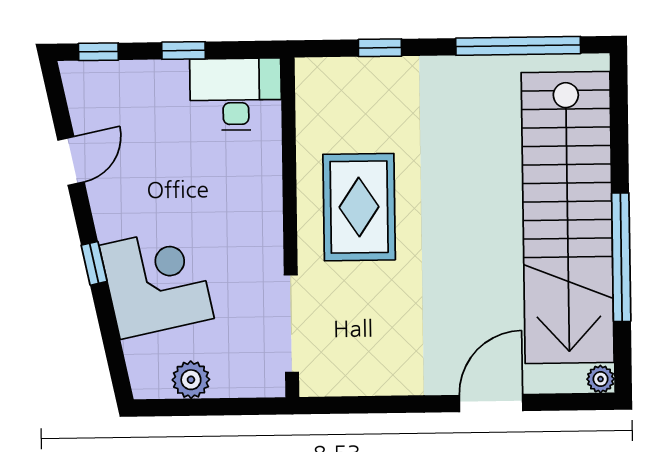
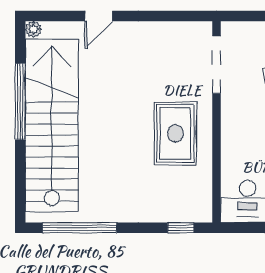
window: (380, 48) -> (181, 228), moved
door: (491, 403) -> (99, 16), width x0.73

